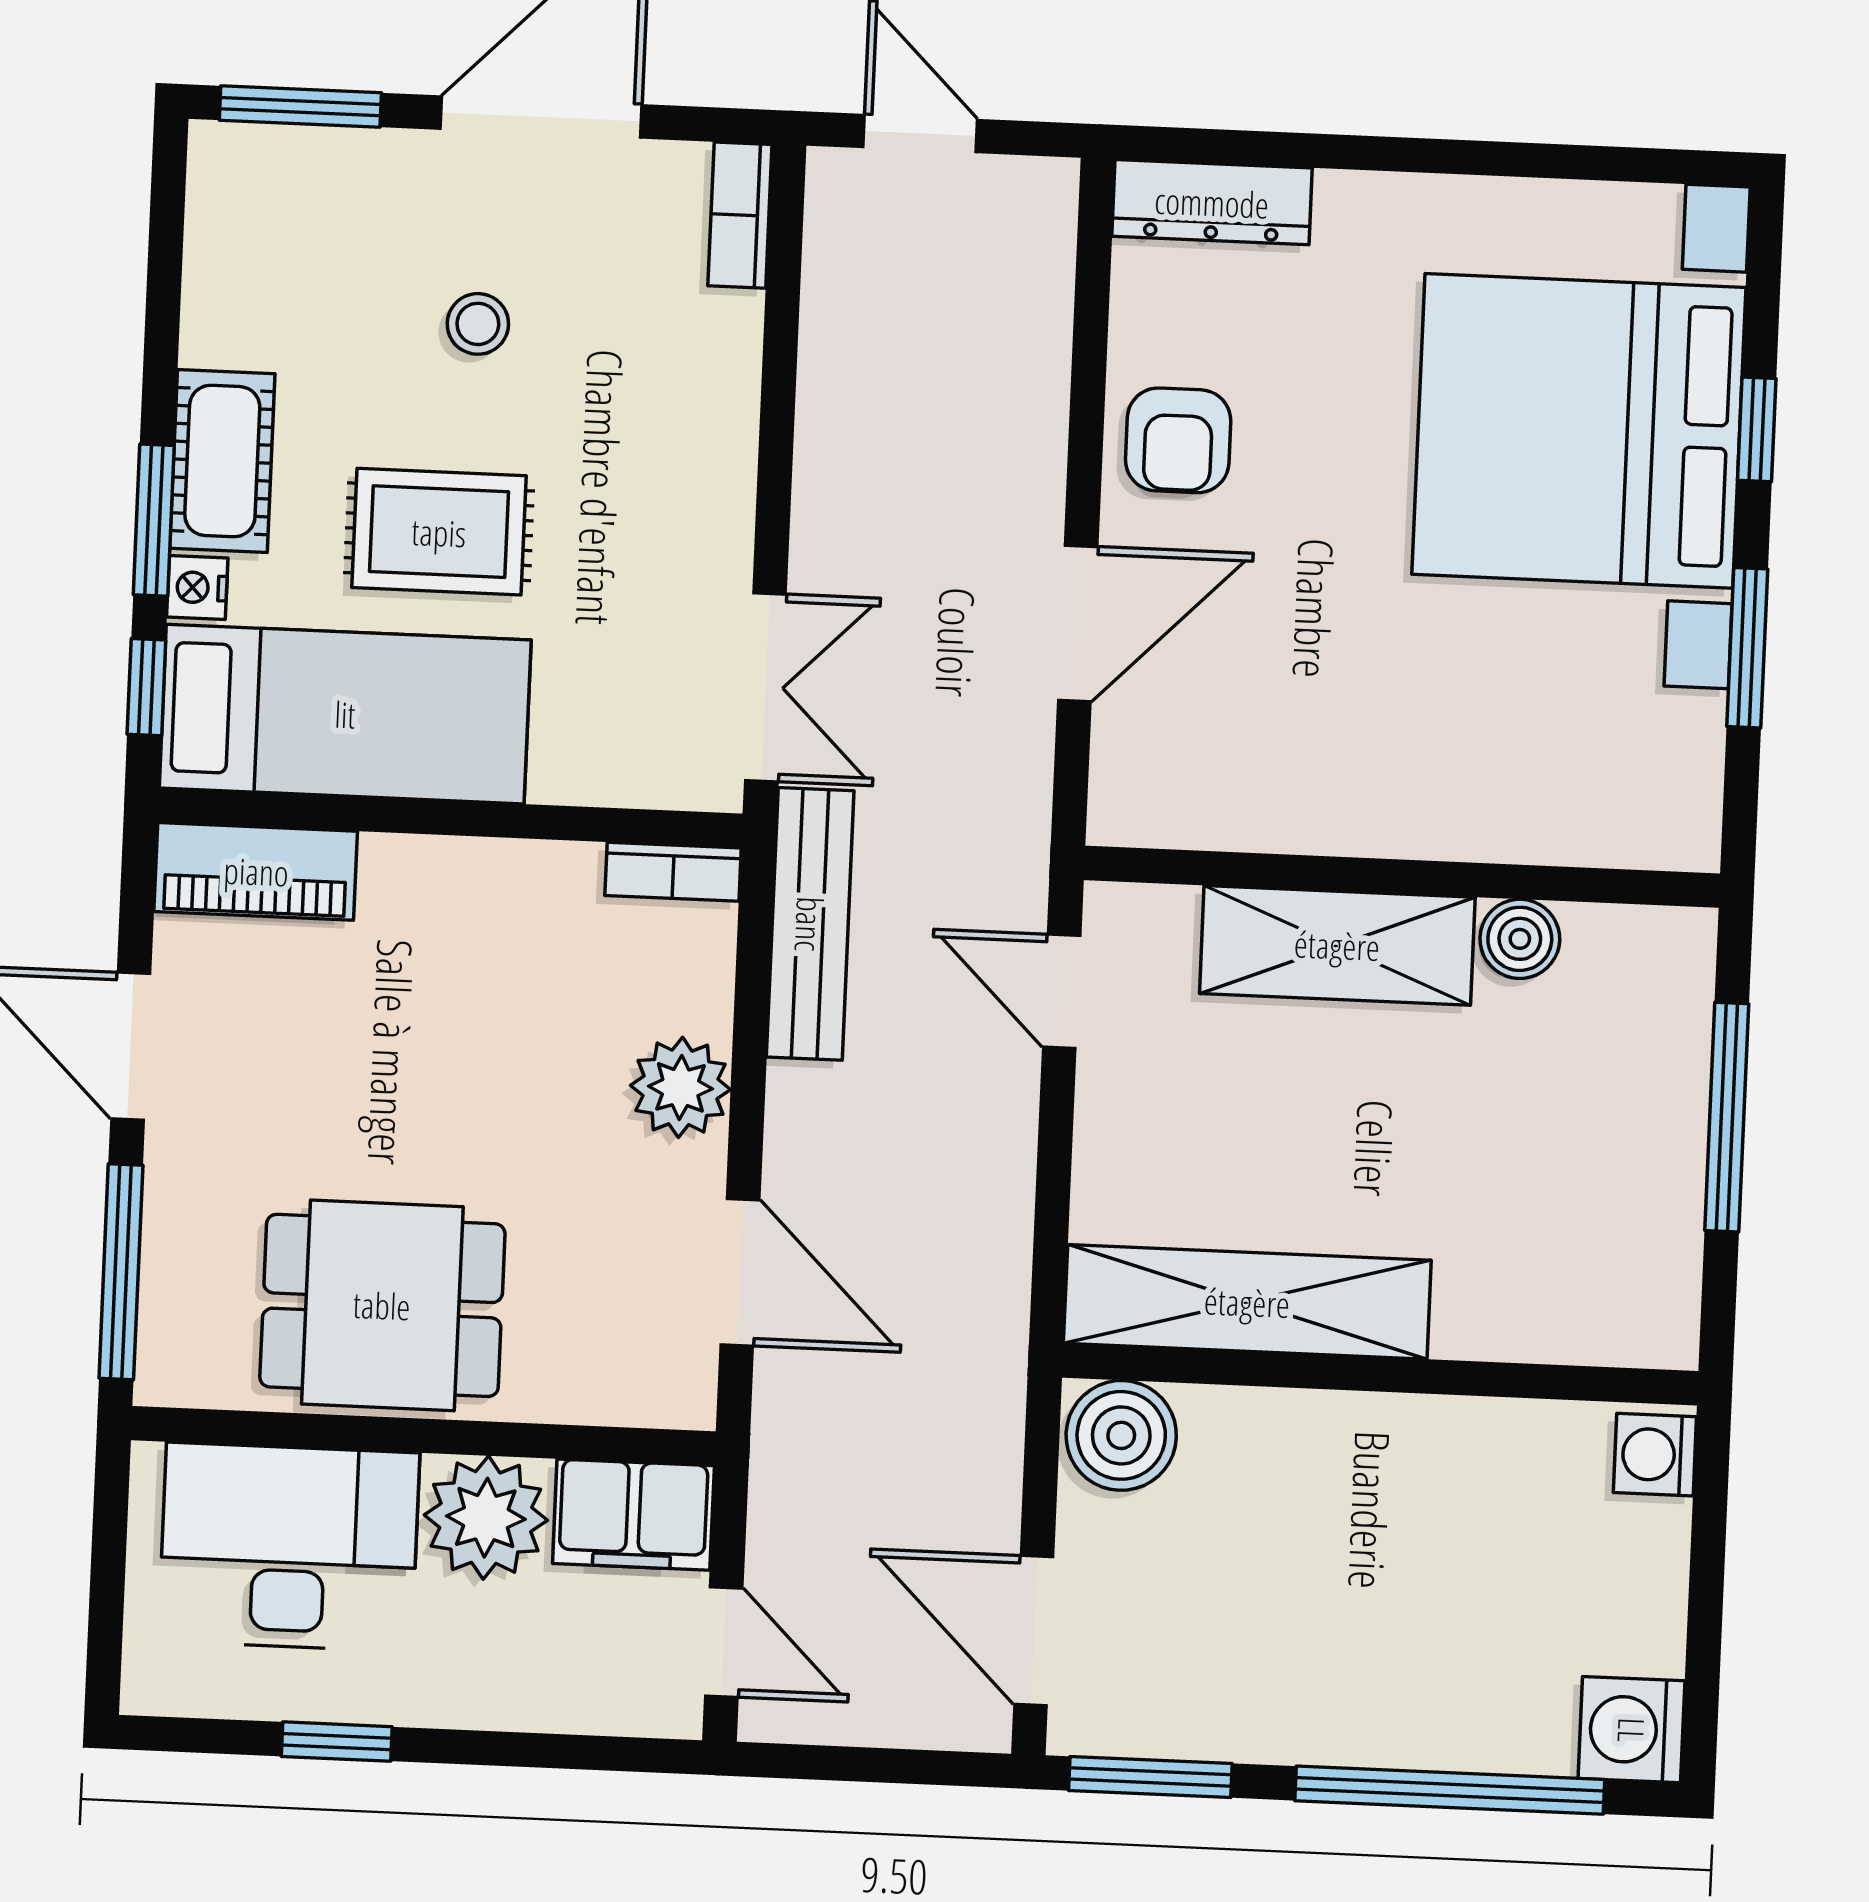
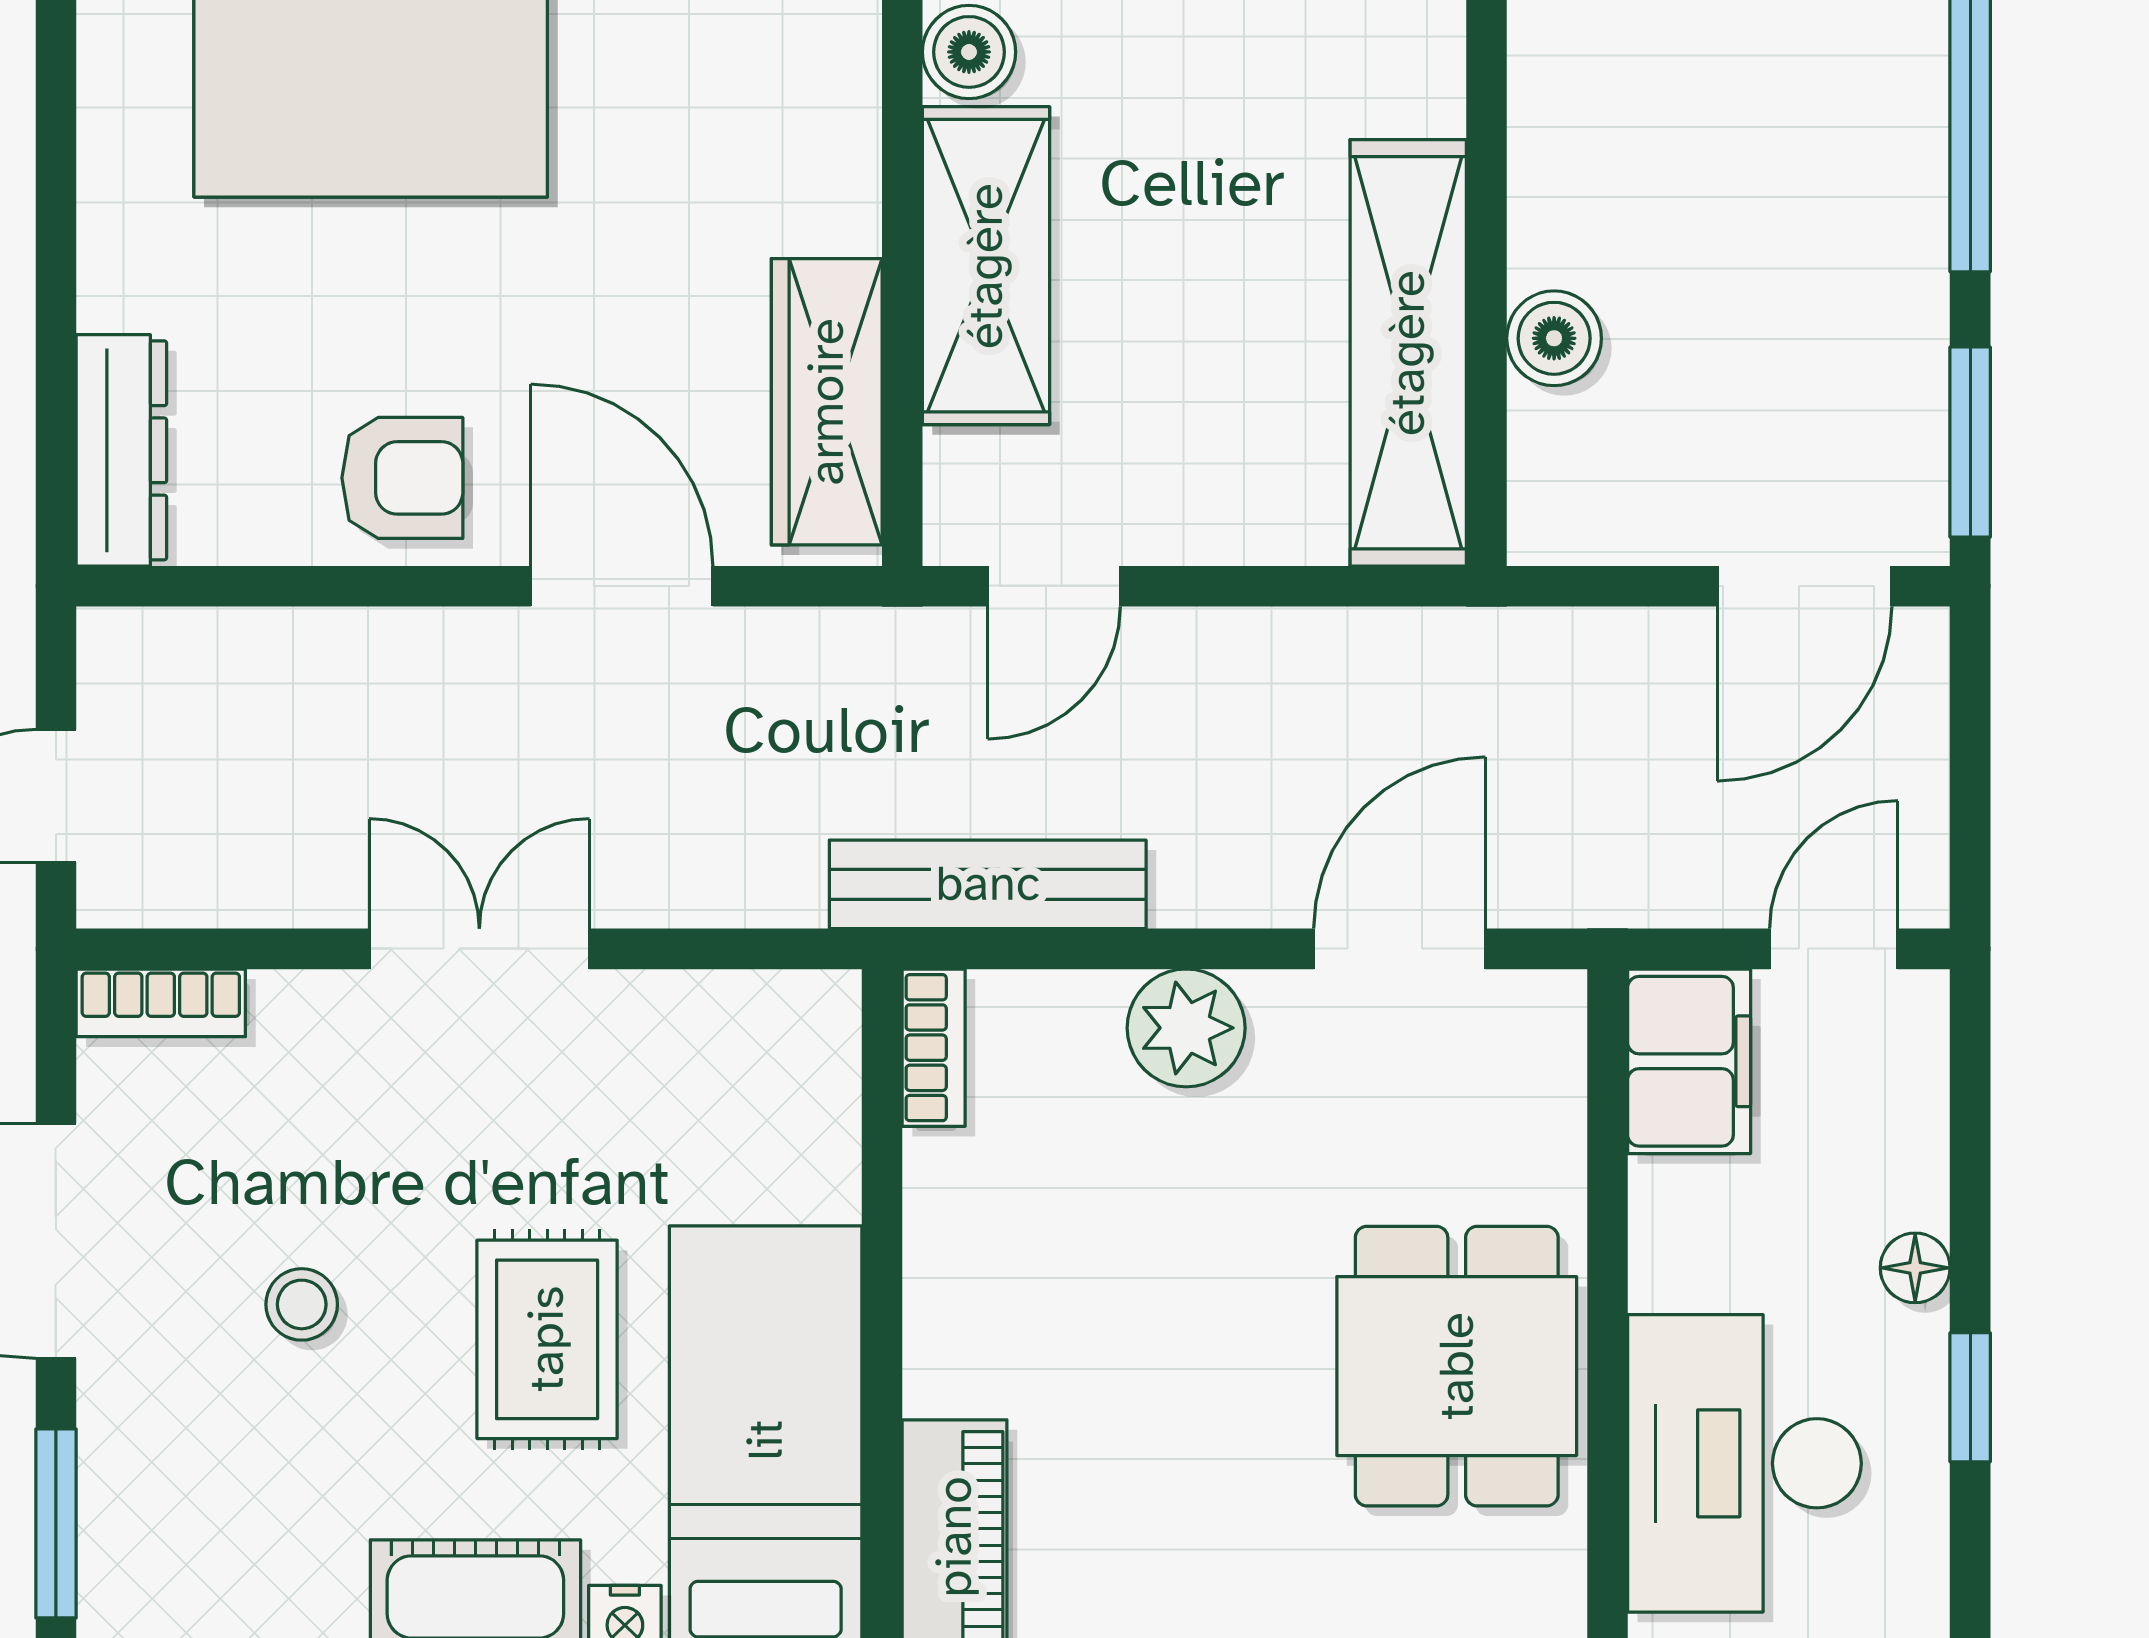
double door: (765, 687) -> (479, 949), moved
wardrobe: (1227, 805) -> (827, 402), added
boiler: (1121, 1435) -> (1554, 338), moved, width x0.73, depth x0.73
plant: (486, 1518) -> (1700, 1234), removed
floor lamp: (449, 1699) -> (1915, 1268), added

